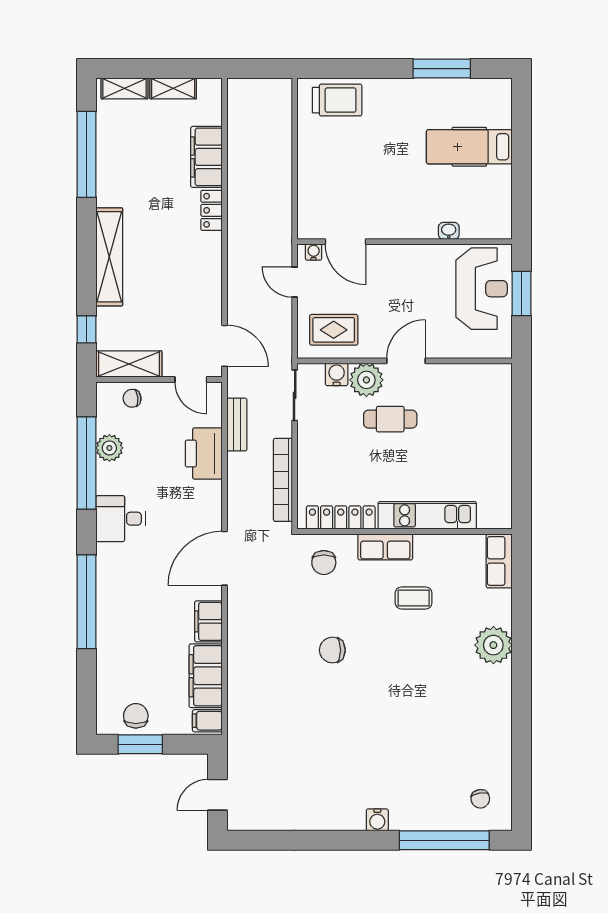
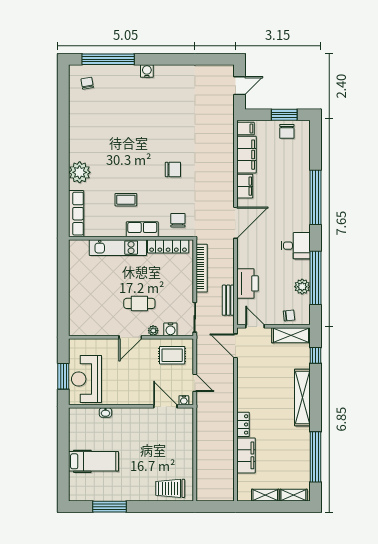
plant: (366, 380) -> (153, 331), width x0.53, depth x0.53
row of seats: (499, 561) -> (76, 214), width x1.48

